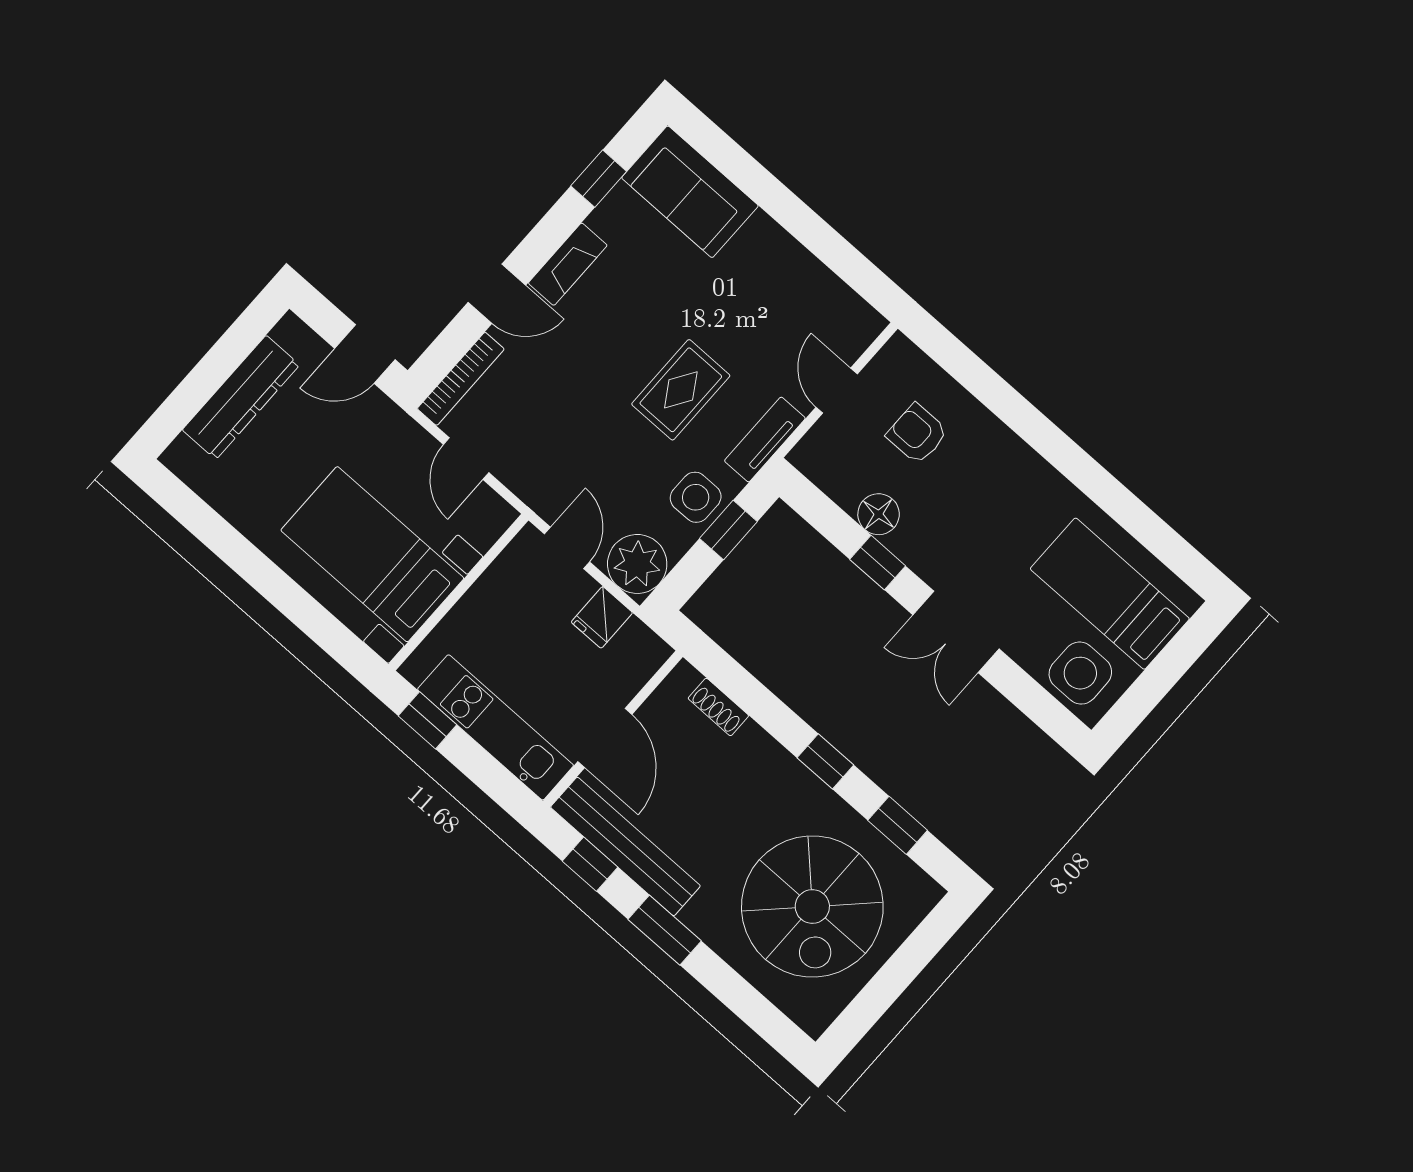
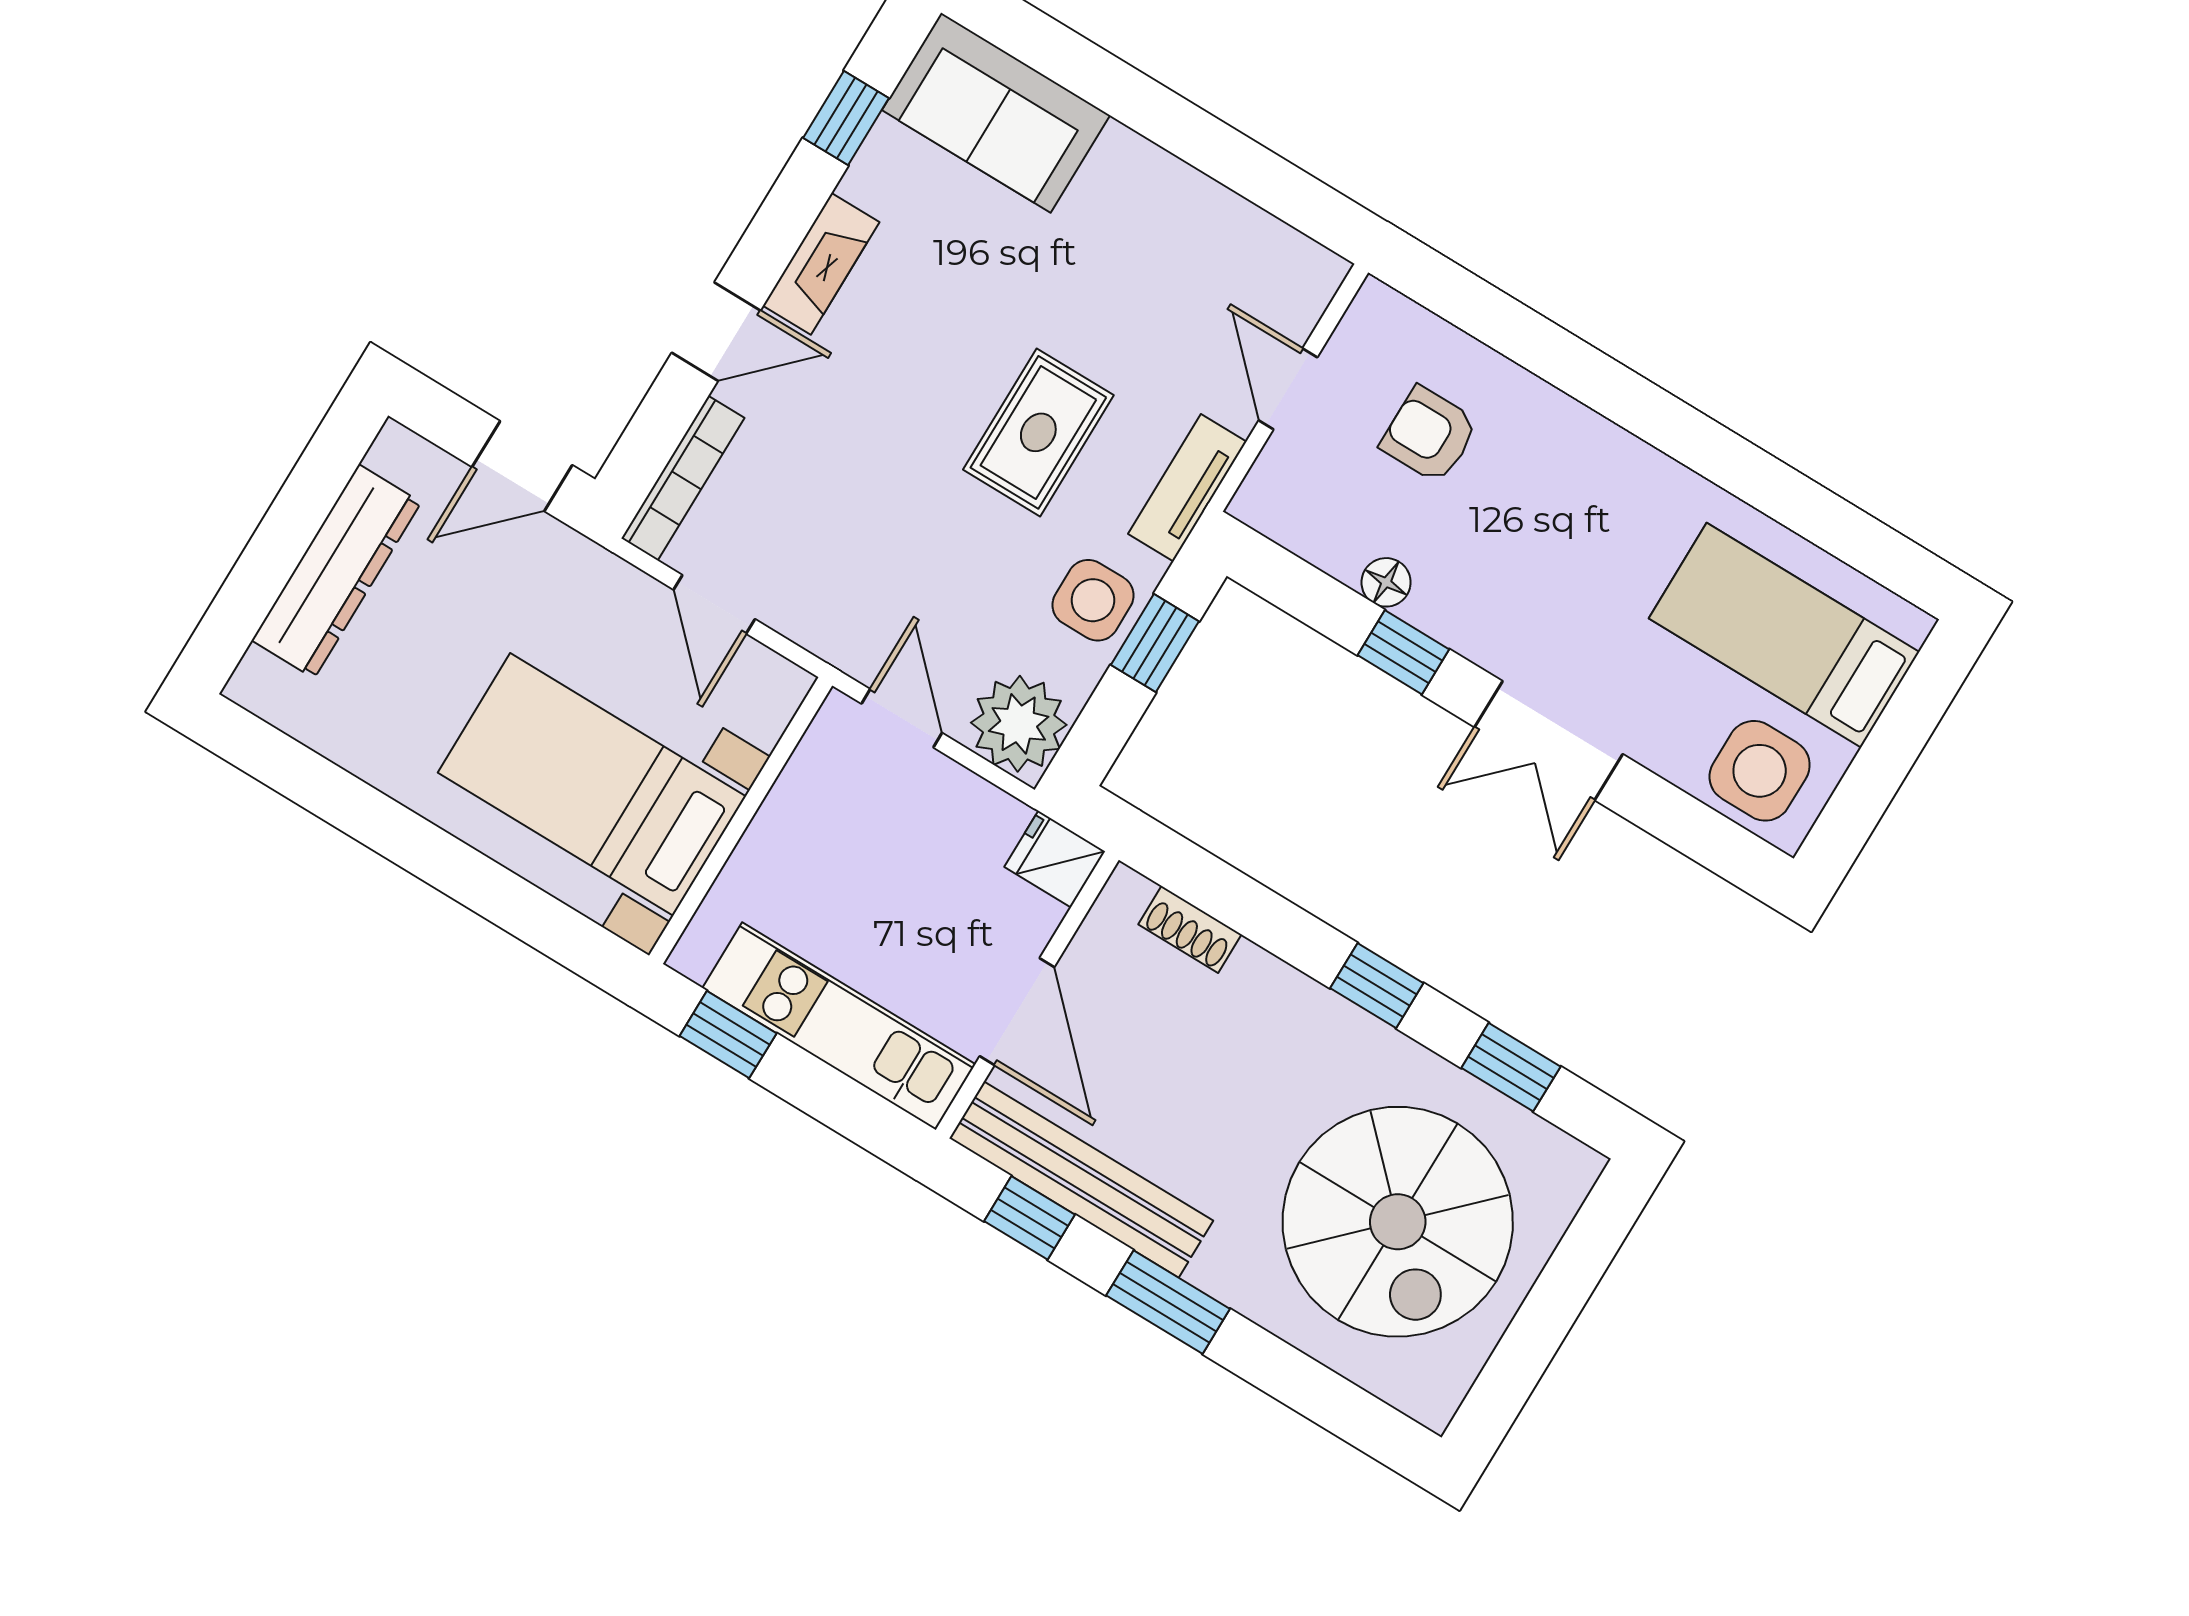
floor lamp: (879, 514) -> (1386, 582), width x0.73, depth x0.73
fridge: (602, 617) -> (1055, 859), moved, turned 90

